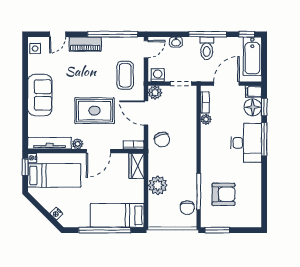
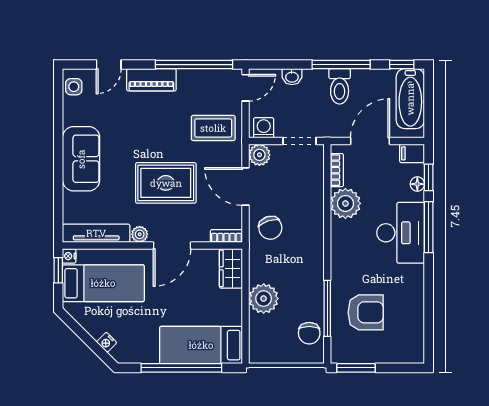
coffee table: (125, 75) -> (213, 128), turned 90
floor lamp: (253, 107) -> (417, 184), width x0.53, depth x0.53
plant: (206, 119) -> (345, 203), width x1.88, depth x1.88

